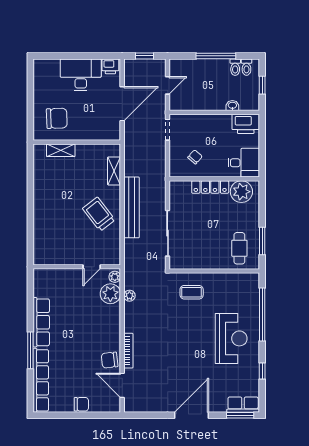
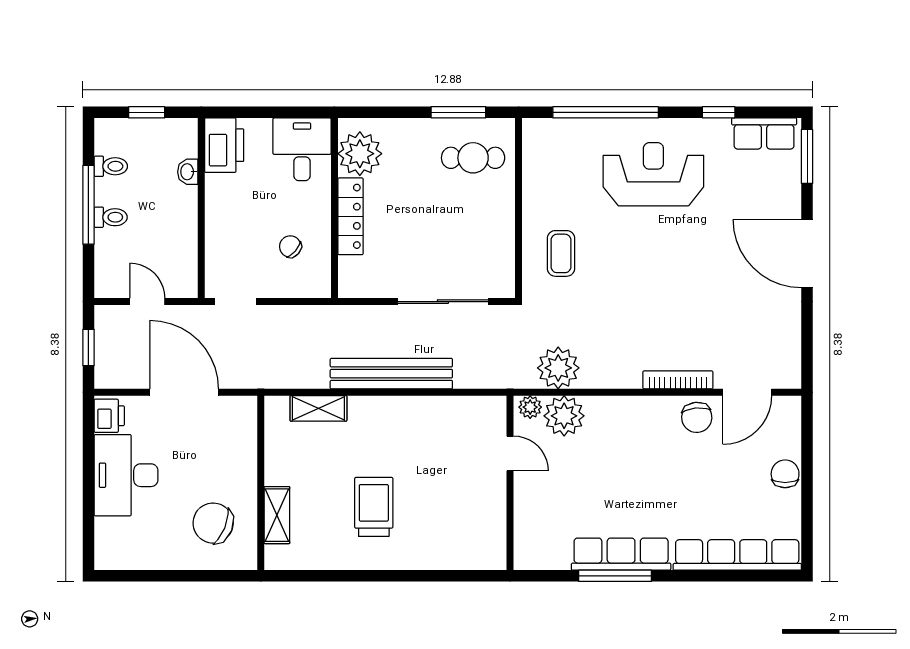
toilet: (246, 67) -> (111, 217), moved
chair: (57, 118) -> (213, 523), turned -66
trolley: (99, 214) -> (374, 507), moved, turned 128
plant: (129, 296) -> (558, 368), width x1.87, depth x1.87
window: (30, 350) -> (615, 576), moved
row of seats: (243, 405) -> (764, 134), moved, turned -90

